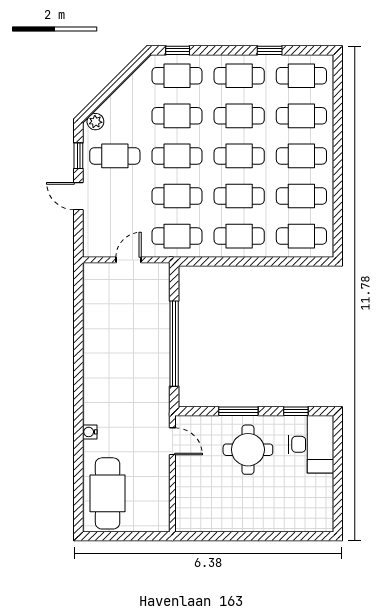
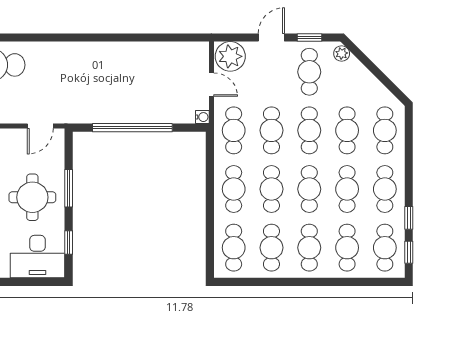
window: (178, 50) -> (409, 252), moved
plant: (99, 240) -> (230, 56), added
water cooler: (90, 432) -> (202, 117), moved, turned 90

